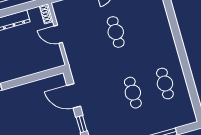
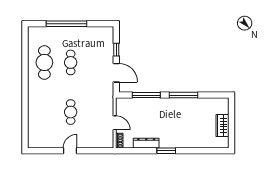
window: (29, 79) -> (146, 95), added
cafe table: (165, 84) -> (44, 62), width x1.37, depth x1.35

